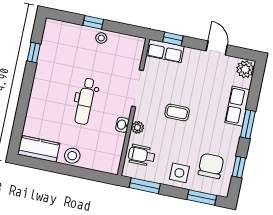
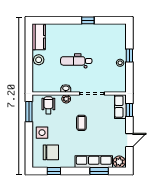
window: (34, 53) -> (88, 20), moved
row of seats: (237, 106) -> (94, 162), width x1.48
window: (248, 124) -> (99, 171), moved
window: (202, 198) -> (29, 151), removed

